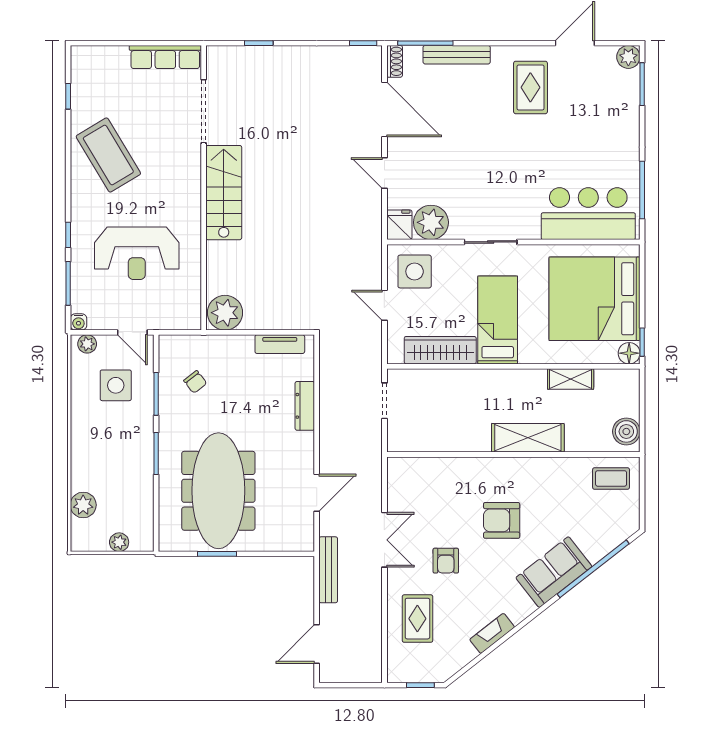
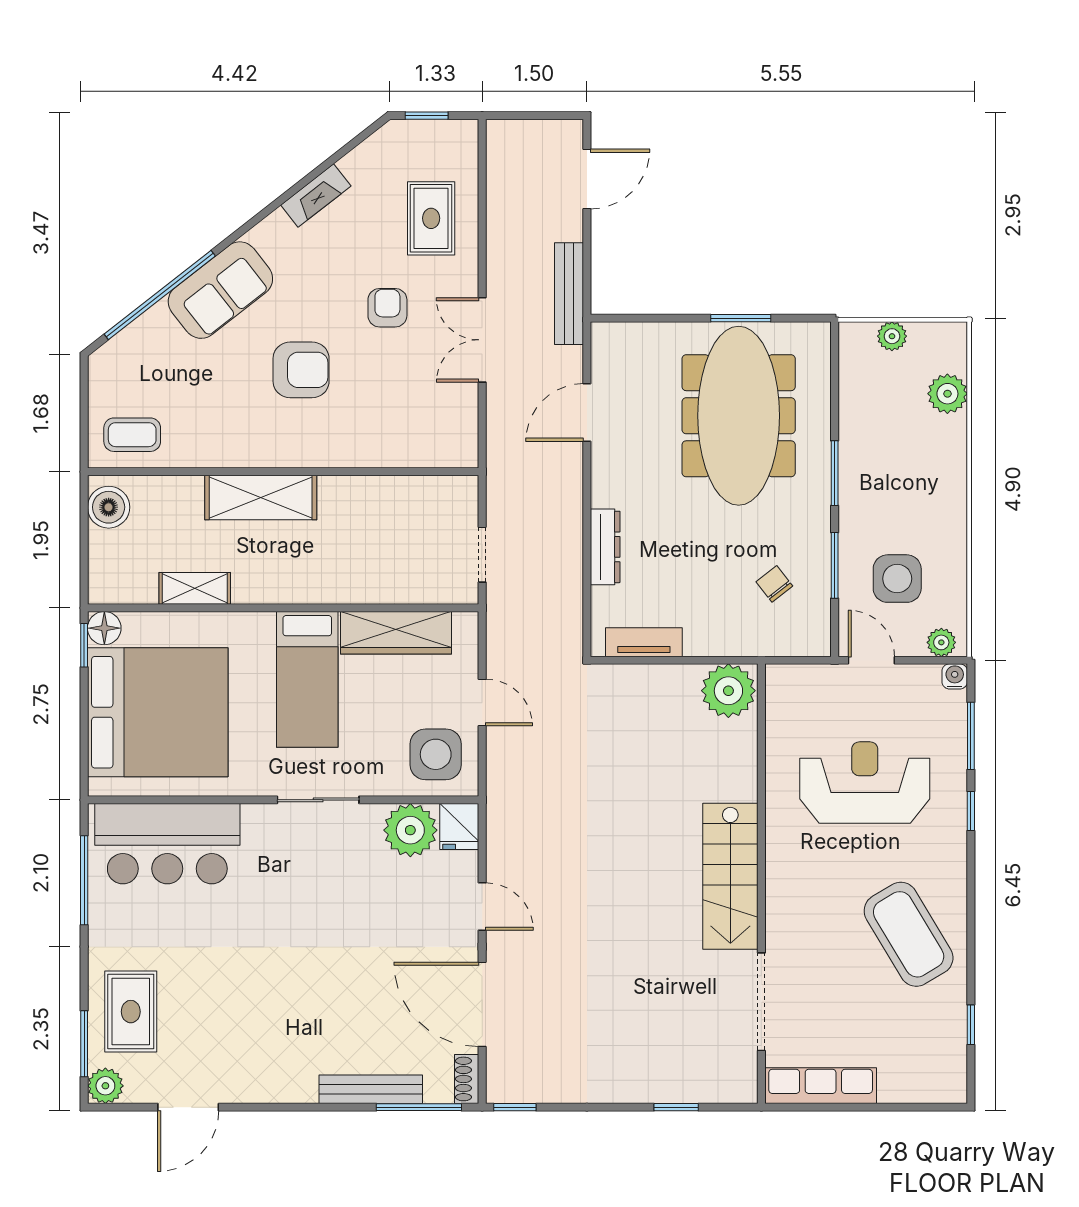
rug: (530, 87) -> (131, 1012), moved

